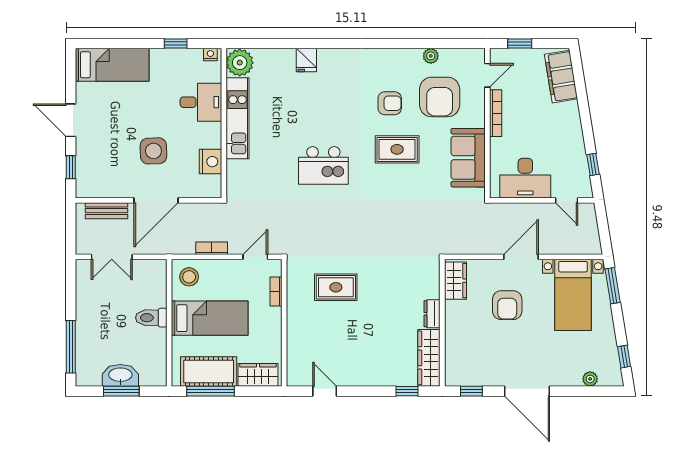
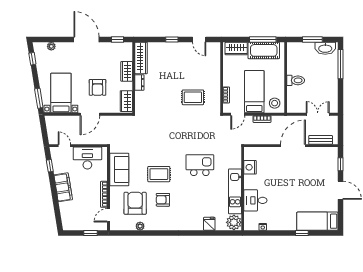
window: (176, 44) -> (302, 233), moved
plant: (240, 63) -> (234, 222), moved
filing cabinet: (561, 77) -> (63, 187), moved
desk: (201, 102) -> (255, 200), moved
kitchen unit: (238, 118) -> (235, 191), moved
wall: (224, 123) -> (243, 189), moved
side table: (153, 151) -> (294, 173), removed
nightstand: (211, 162) -> (250, 167), moved
armchair: (507, 305) -> (98, 87), turned 180
bed: (210, 318) -> (254, 92), moved, turned 90
wardrobe: (455, 334) -> (127, 71), added
washbasin: (120, 375) -> (325, 48), moved
window: (407, 391) -> (172, 40), moved

